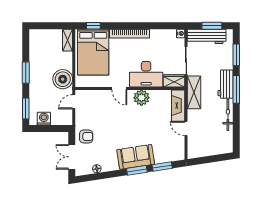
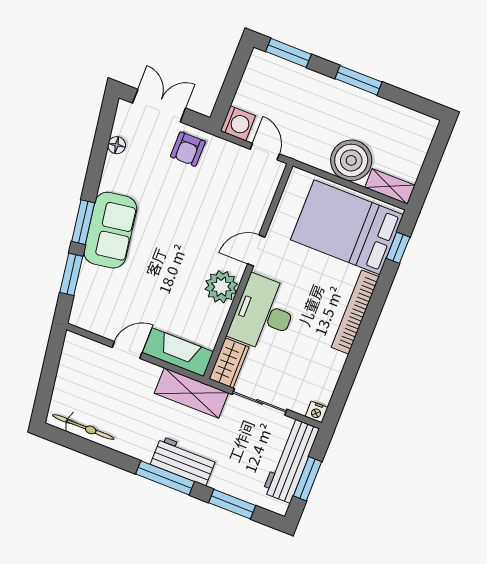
boiler: (63, 79) -> (351, 160), moved
bicycle: (228, 115) -> (83, 427), moved
washing machine: (44, 119) -> (238, 123), moved

